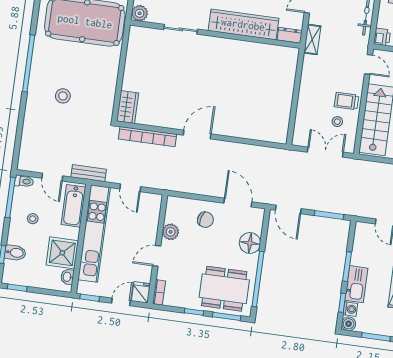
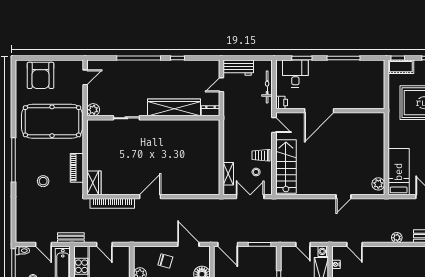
shelving: (312, 39) -> (228, 174), moved
piano: (108, 85) -> (77, 168), added

